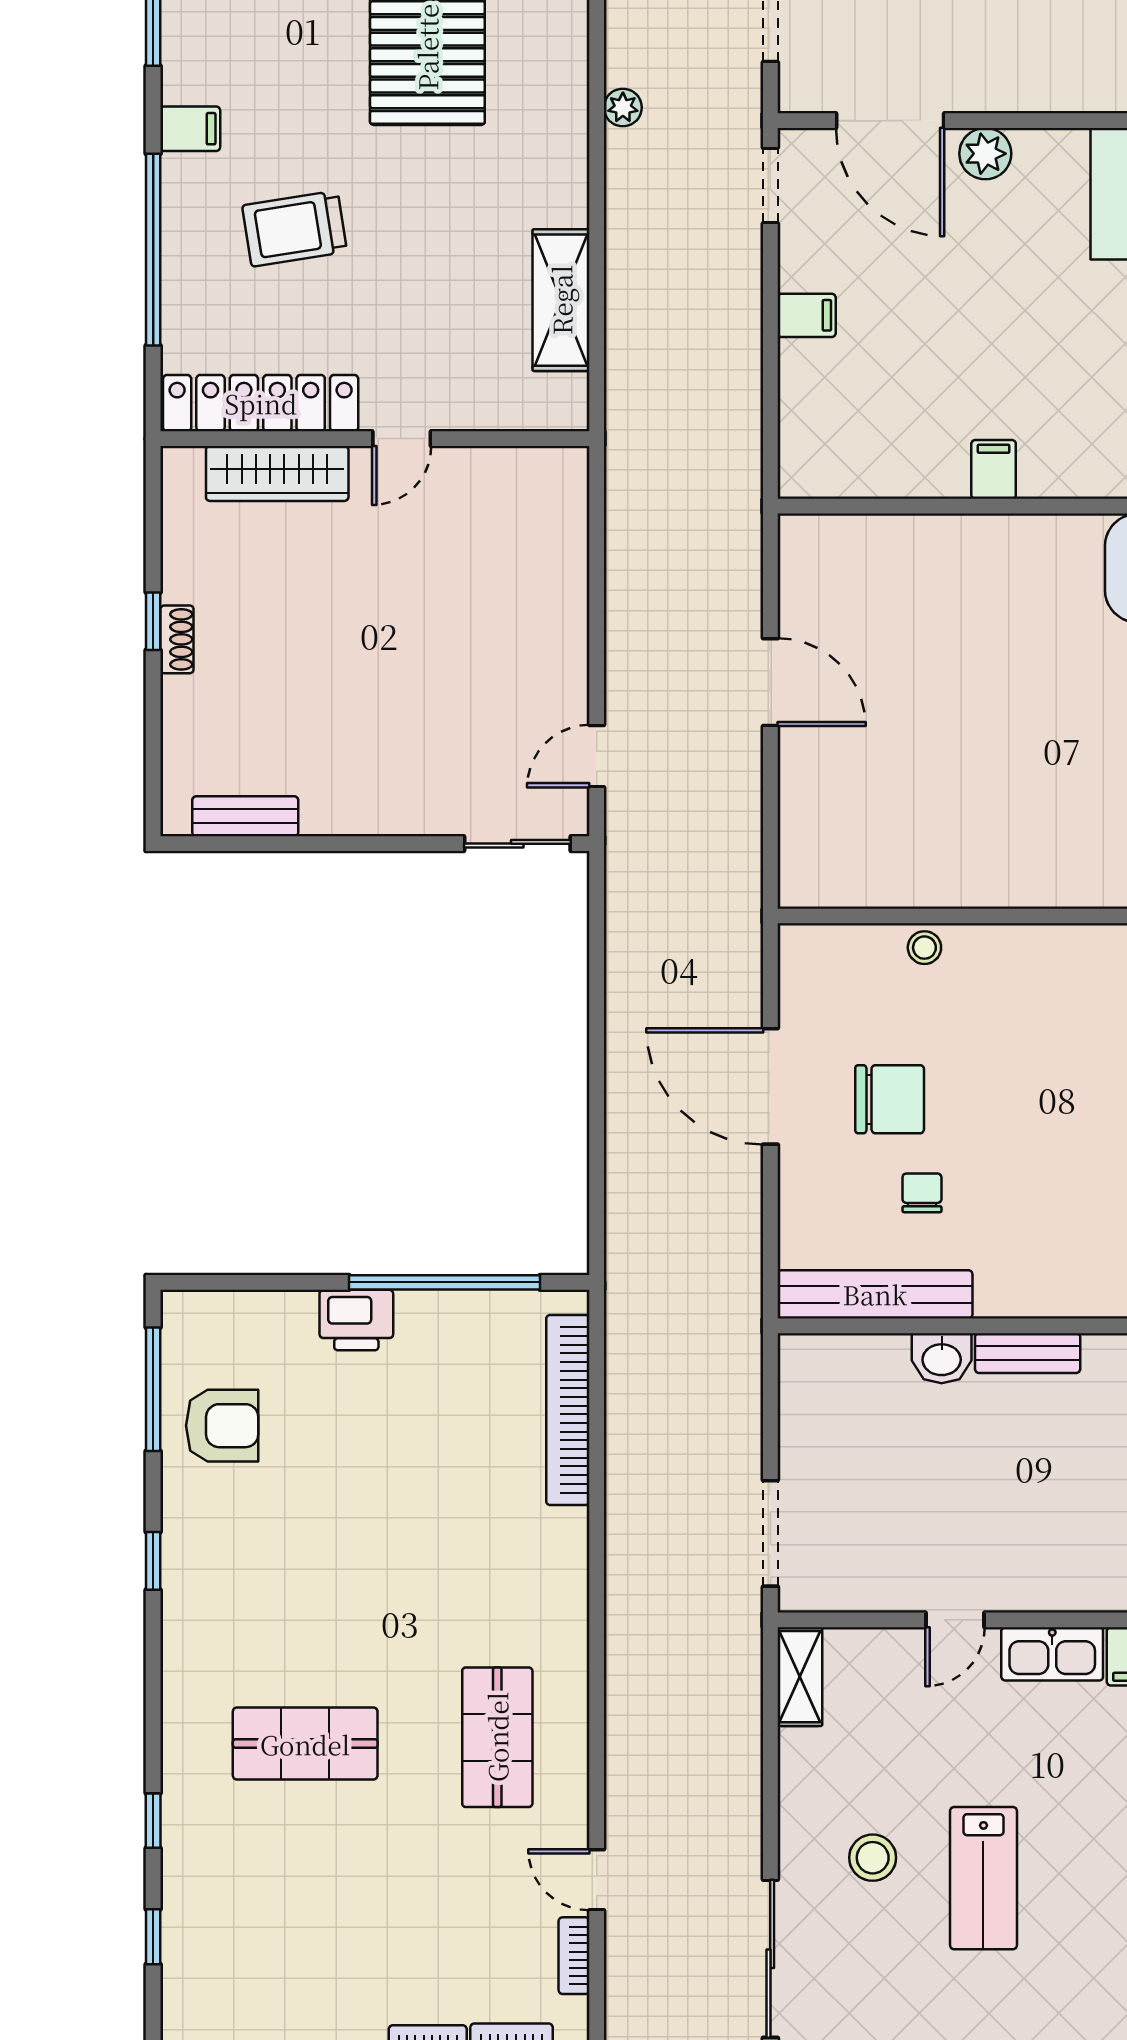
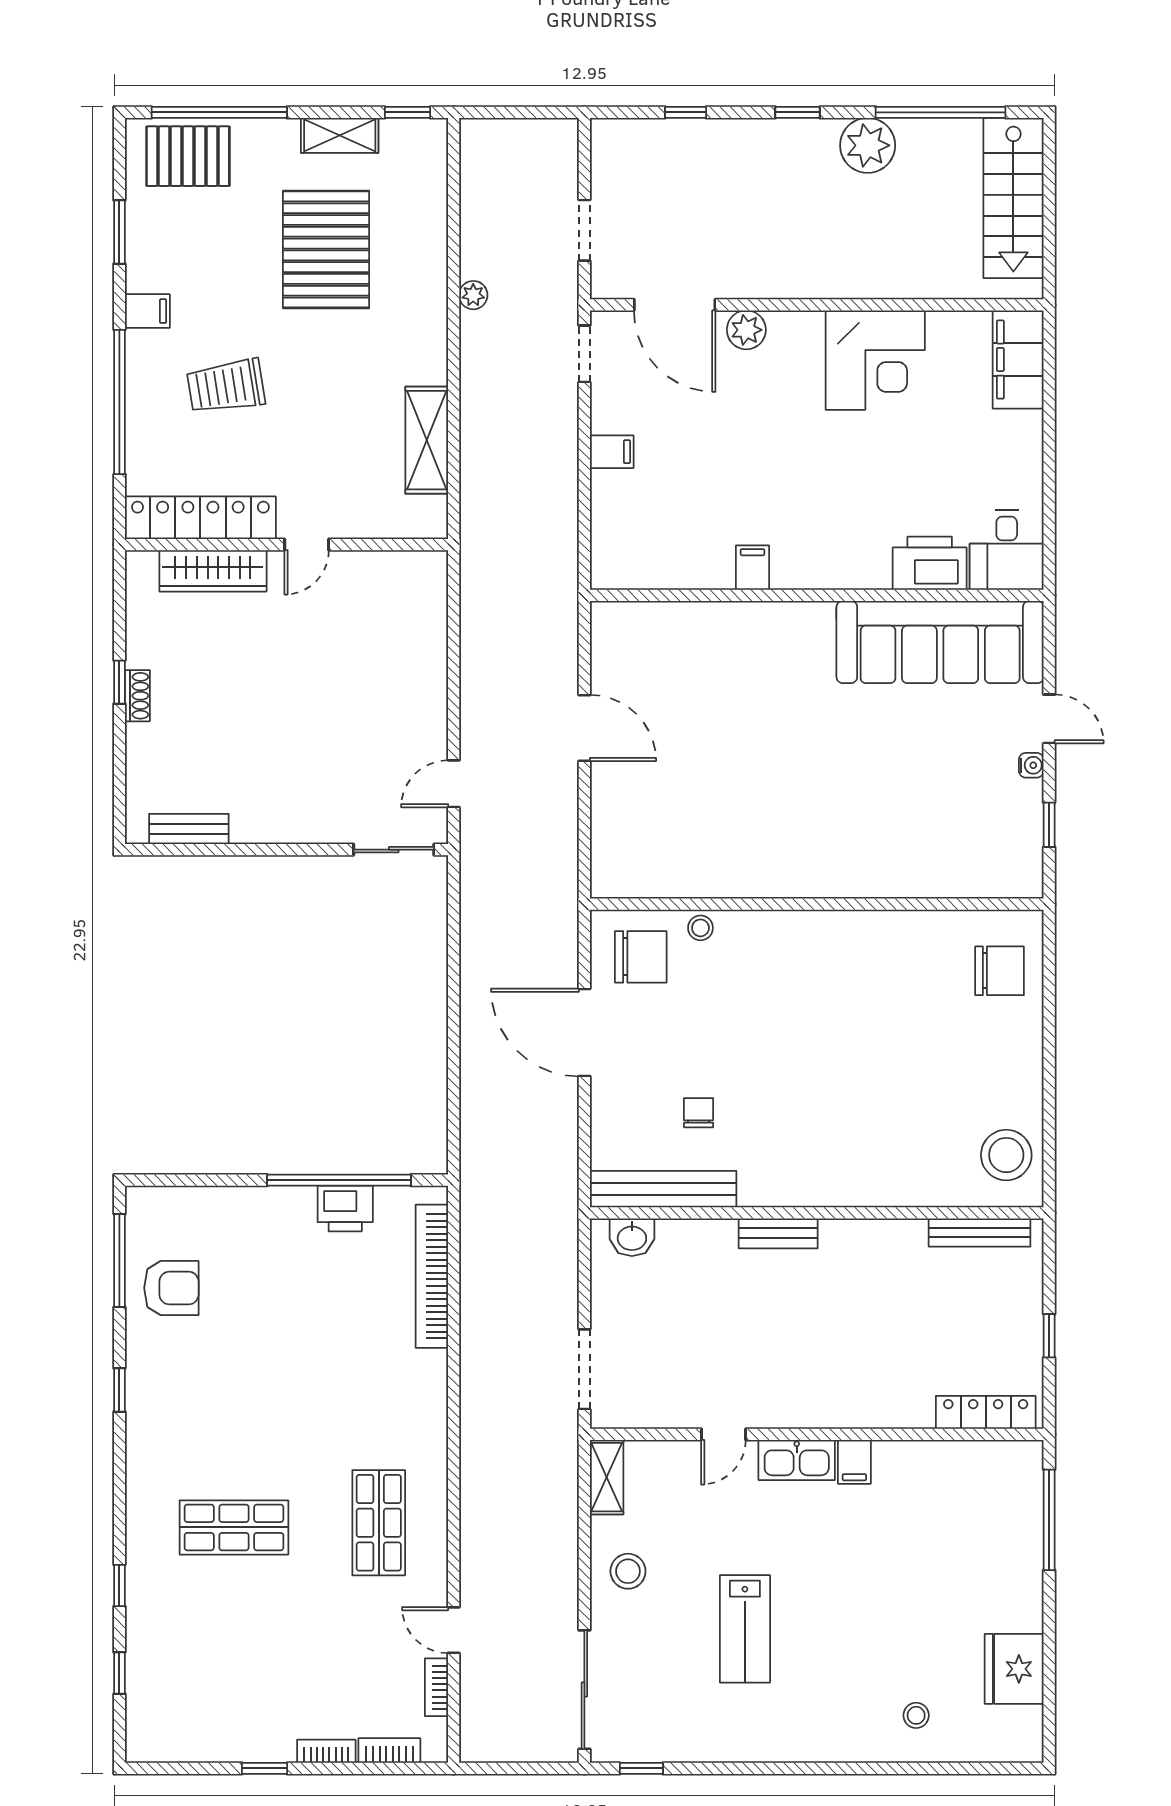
chair: (890, 1099) -> (641, 957), moved
printer: (356, 1320) -> (345, 1208), moved
washbasin: (942, 1358) -> (632, 1237), moved
stool: (873, 1858) -> (628, 1571), moved

